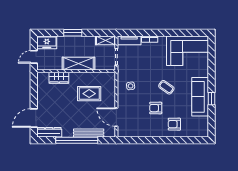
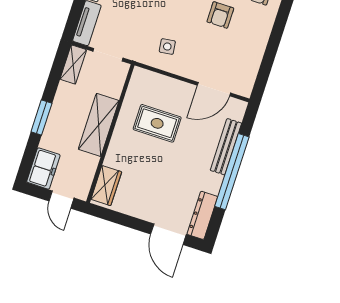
wardrobe: (59, 78) -> (106, 186), moved
rug: (89, 94) -> (157, 123), turned 90

